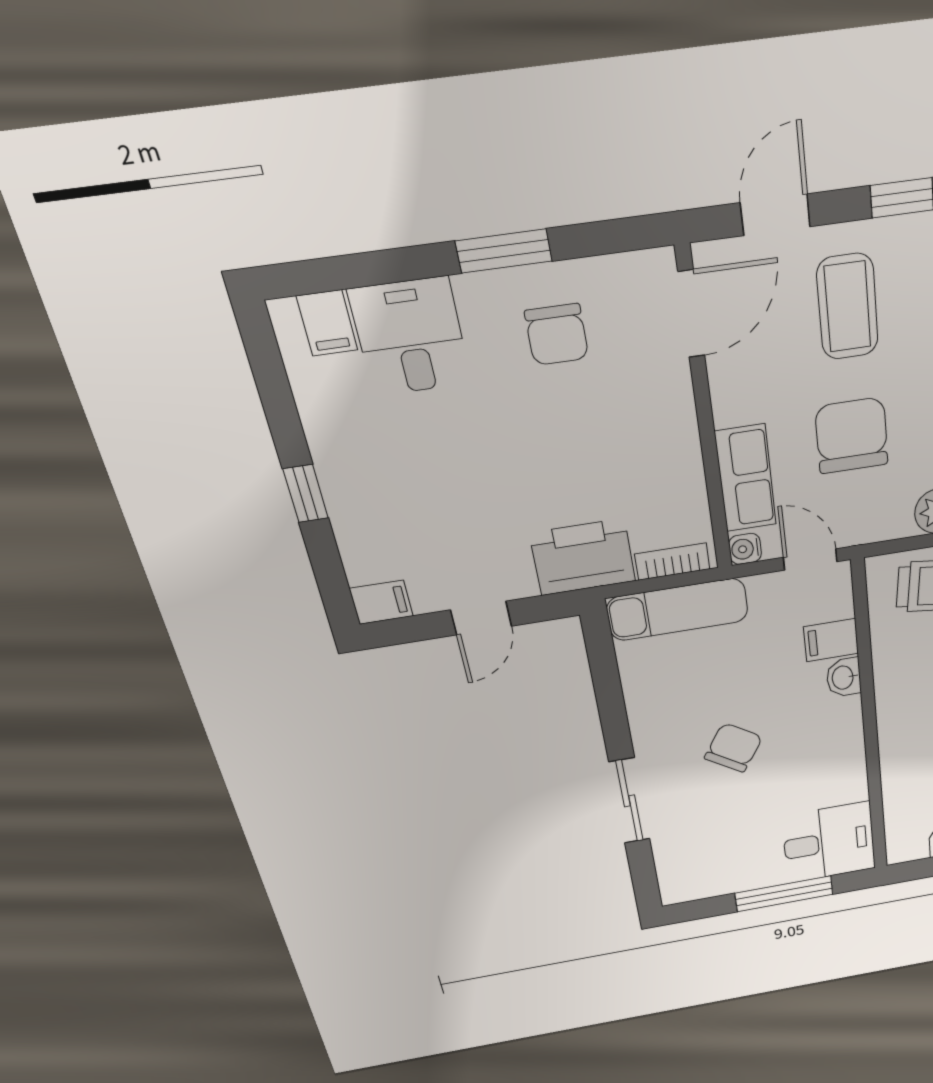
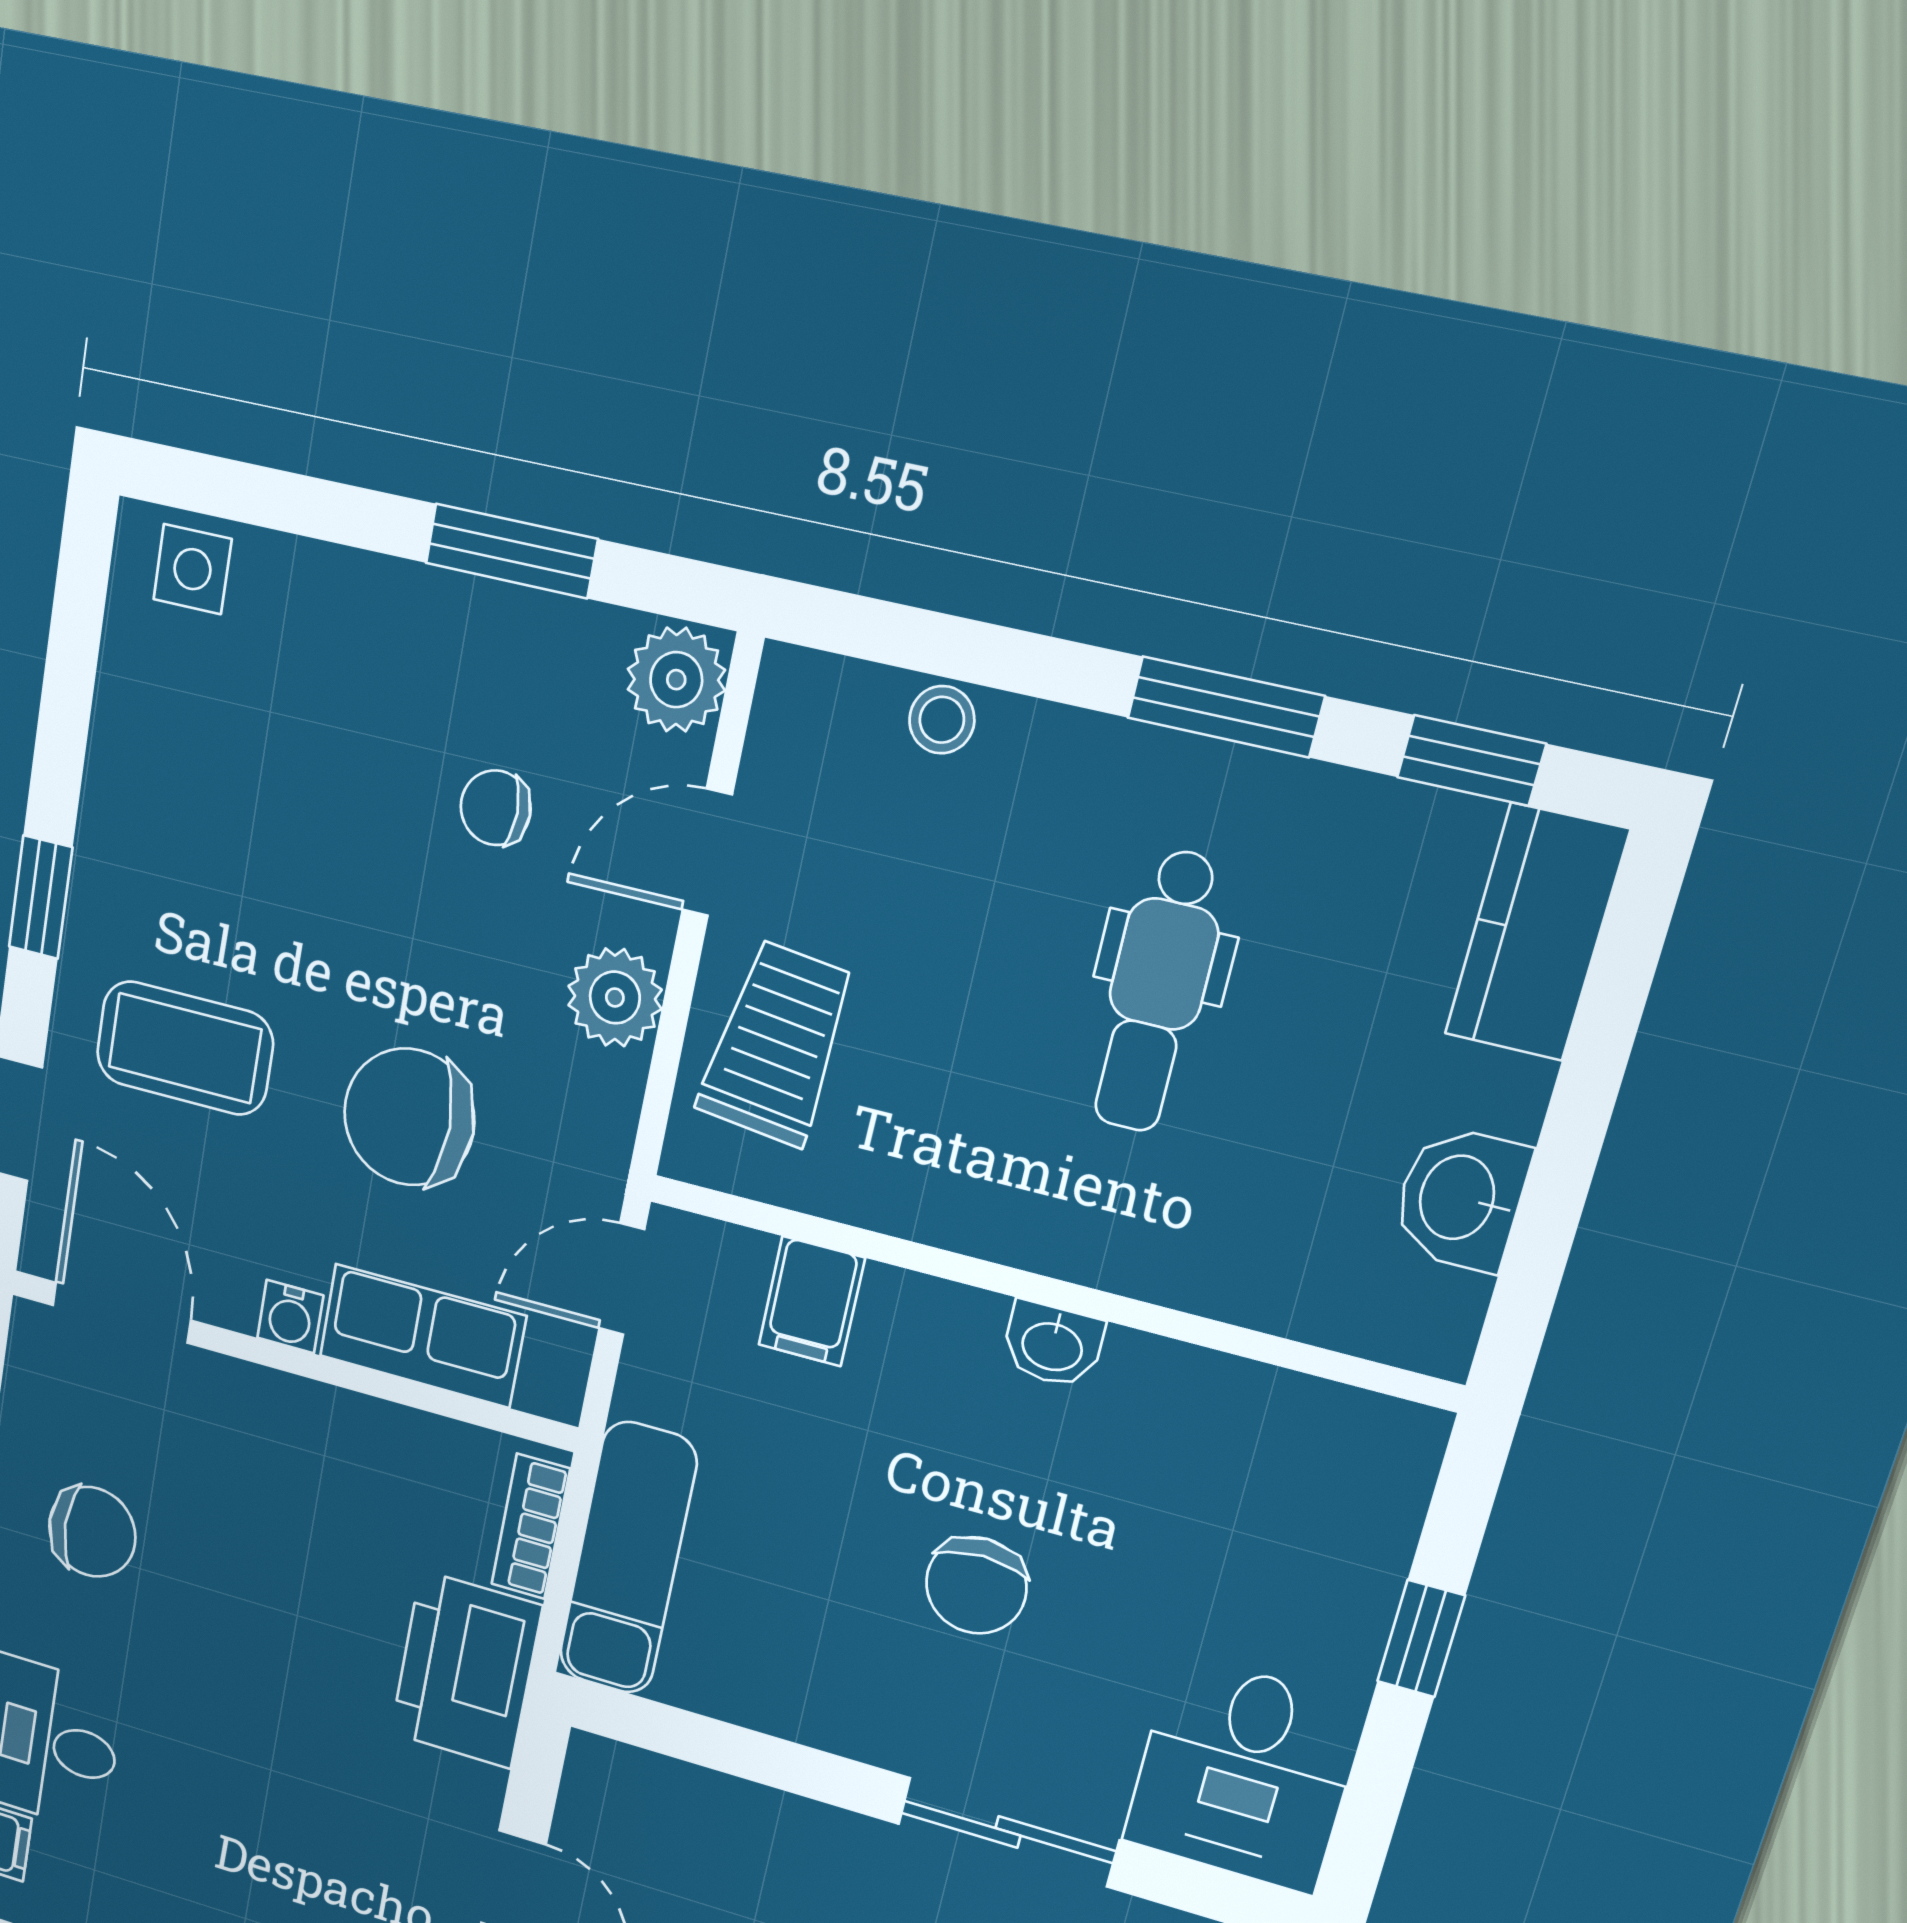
water cooler: (745, 549) -> (290, 1317), moved
washbasin: (844, 677) -> (1053, 1345), moved
chair: (733, 748) -> (976, 1585), turned -123
desk: (829, 842) -> (1244, 1774), moved, turned 180
window: (784, 894) -> (1421, 1639), width x0.46

